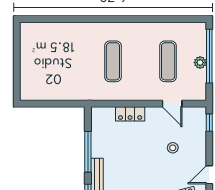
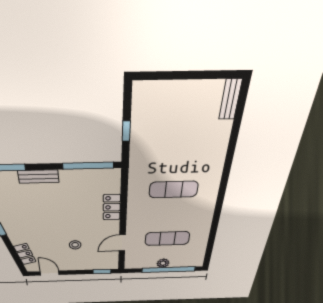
bench: (35, 28) -> (230, 99), added
window: (58, 104) -> (126, 131), added
window: (88, 152) -> (88, 166), moved

